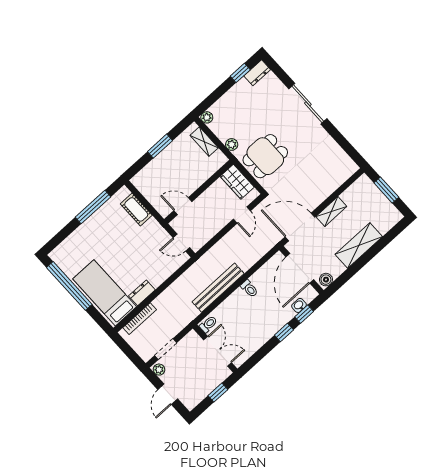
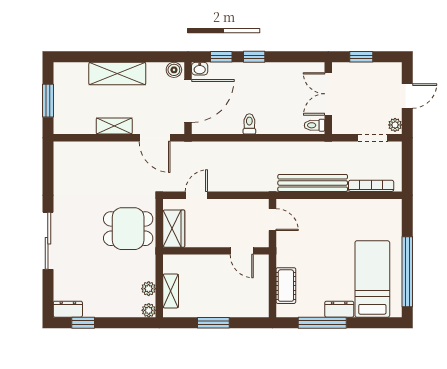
plant: (232, 144) -> (149, 289), moved
door: (300, 227) -> (155, 138), width x0.73
bench: (218, 288) -> (313, 183), moved
bed: (105, 293) -> (372, 279), moved, turned 180
dresser: (142, 293) -> (339, 309), moved, turned 180
washbasin: (299, 305) -> (200, 69), moved

